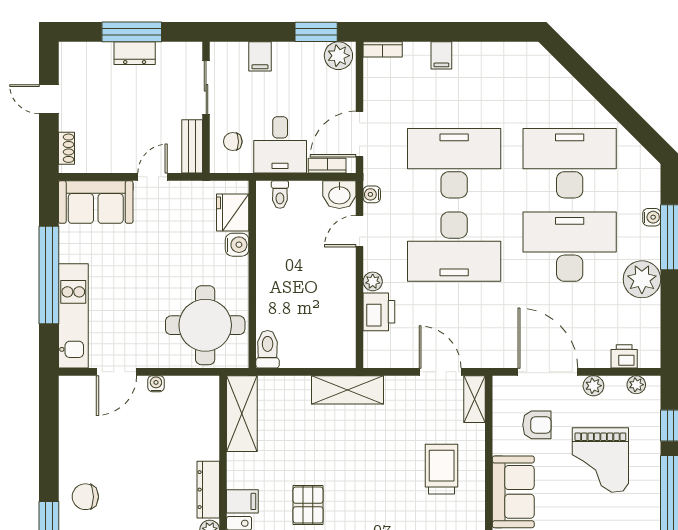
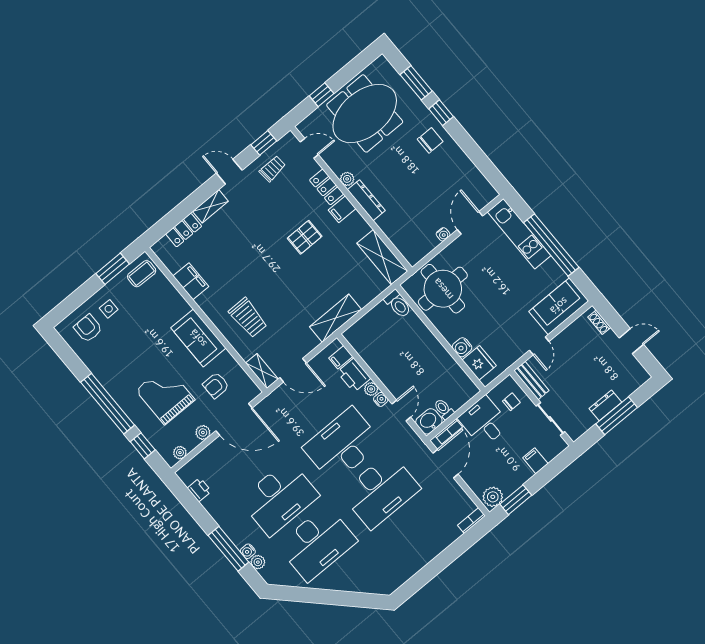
filing cabinet: (441, 55) -> (341, 357), moved, turned -90
toilet: (280, 194) -> (444, 409), moved
water cooler: (372, 194) -> (381, 399), moved
plant: (642, 279) -> (258, 562), moved, width x0.53, depth x0.53
printer: (624, 356) -> (199, 490), moved, turned -90
pallet: (308, 505) -> (305, 237), turned 90

